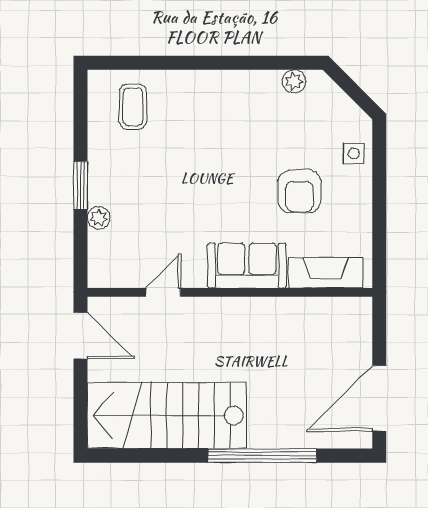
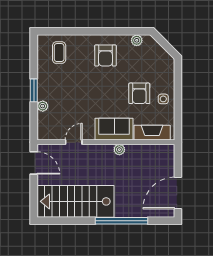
armchair: (229, 113) -> (105, 56), added
side table: (354, 153) -> (163, 99), moved
plant: (258, 308) -> (119, 150), added

